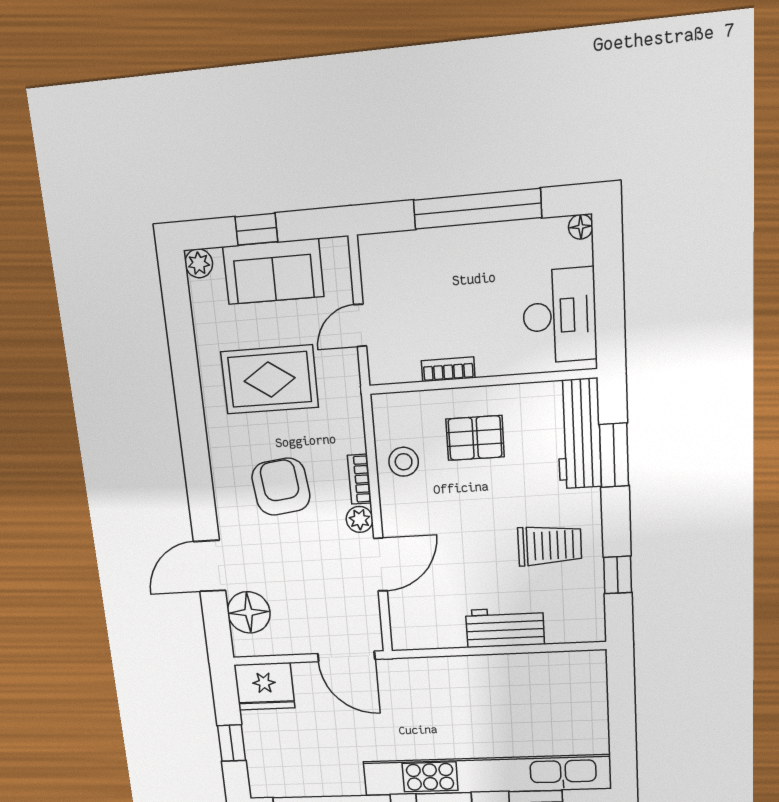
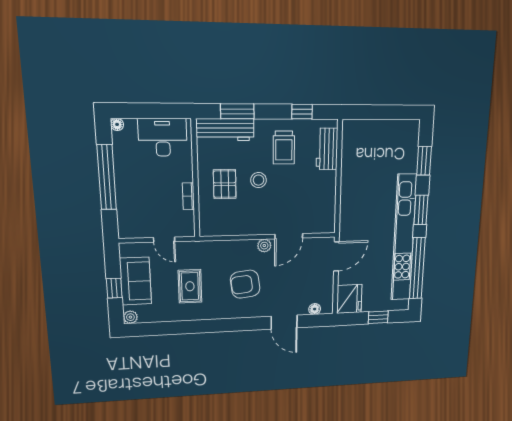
rug: (270, 380) -> (190, 286), width x0.73, depth x0.70
stool: (404, 462) -> (258, 180), moved
bookcase: (359, 479) -> (243, 244), removed
trolley: (550, 545) -> (284, 148), turned 180
door: (381, 565) -> (289, 236), swing flipped
floor lamp: (249, 612) -> (315, 309), width x0.53, depth x0.53
workbench: (505, 627) -> (327, 149), moved
kitchen unit: (486, 775) -> (404, 238), moved

